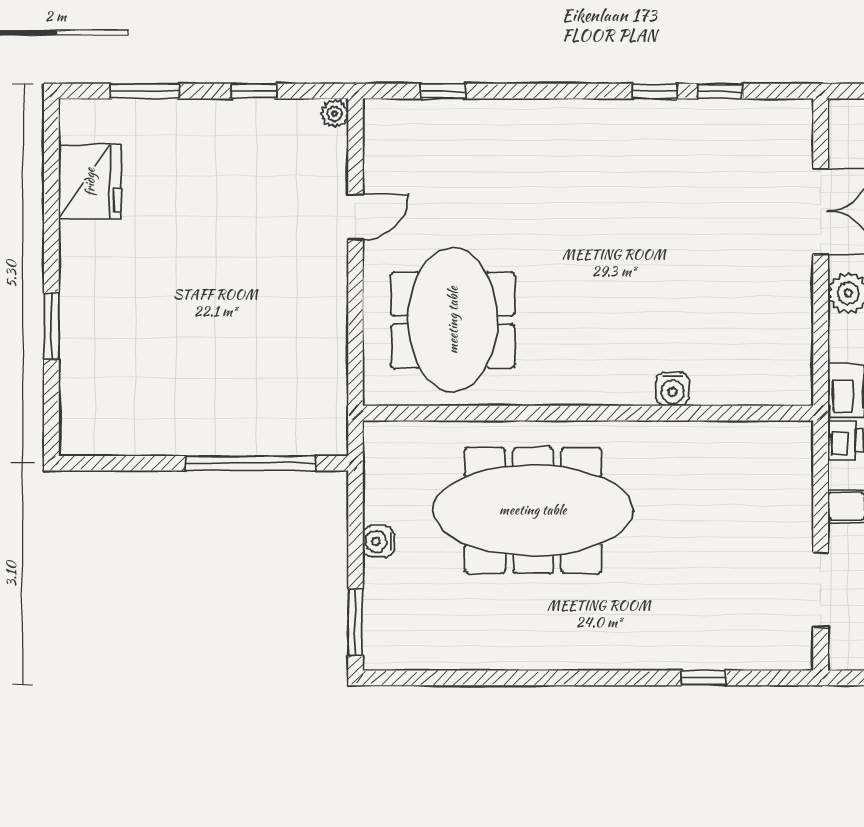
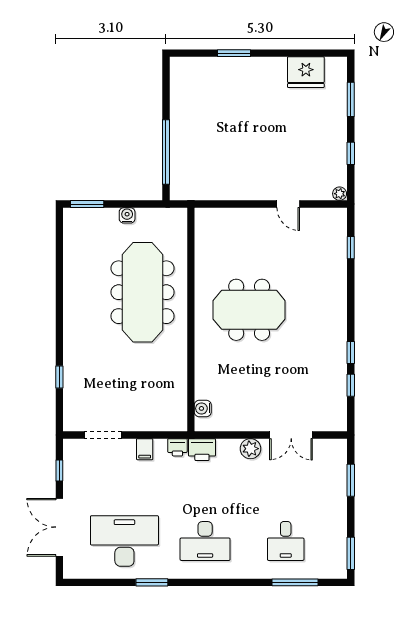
meeting table: (453, 320) -> (249, 310), moved
water cooler: (673, 389) -> (203, 408), moved

